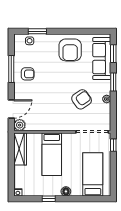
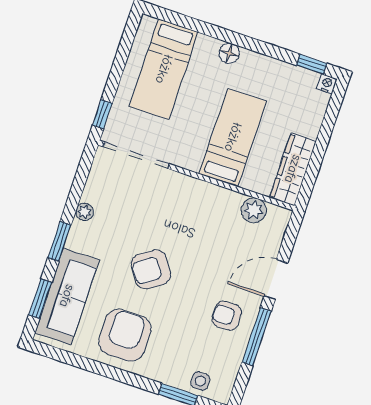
armchair: (82, 99) -> (151, 269), moved
door: (11, 109) -> (276, 279), moved
plant: (20, 125) -> (254, 210), moved
window: (49, 199) -> (312, 64), moved

